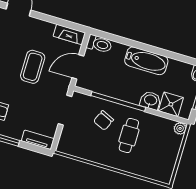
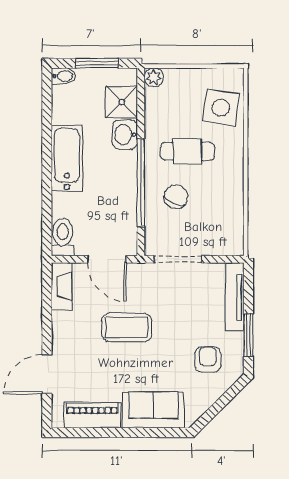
chair: (103, 120) -> (176, 196), turned -92
tv unit: (38, 140) -> (235, 297), width x1.41
side table: (150, 164) -> (221, 108), added

